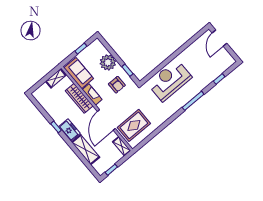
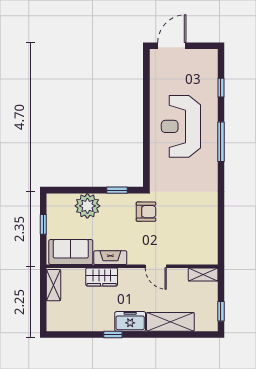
door: (219, 38) -> (172, 46), swing flipped
reception desk: (170, 80) -> (181, 126), moved
armchair: (117, 85) -> (146, 212), moved
wardrobe: (79, 98) -> (102, 277), width x0.67
door: (106, 120) -> (156, 266), width x0.53
rug: (134, 125) -> (190, 239), removed

